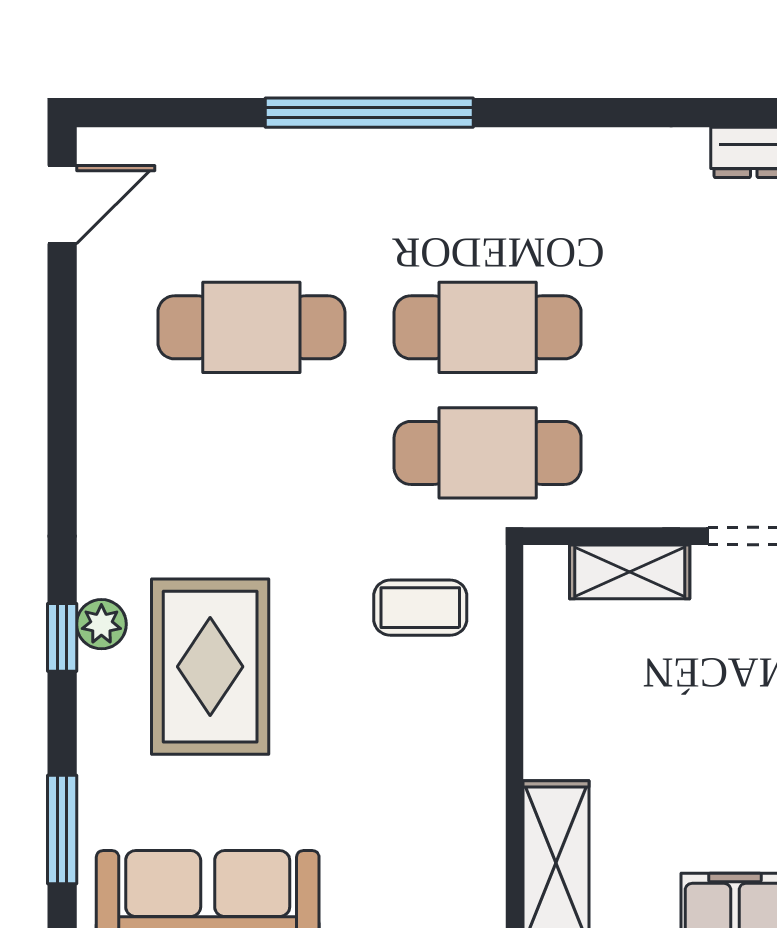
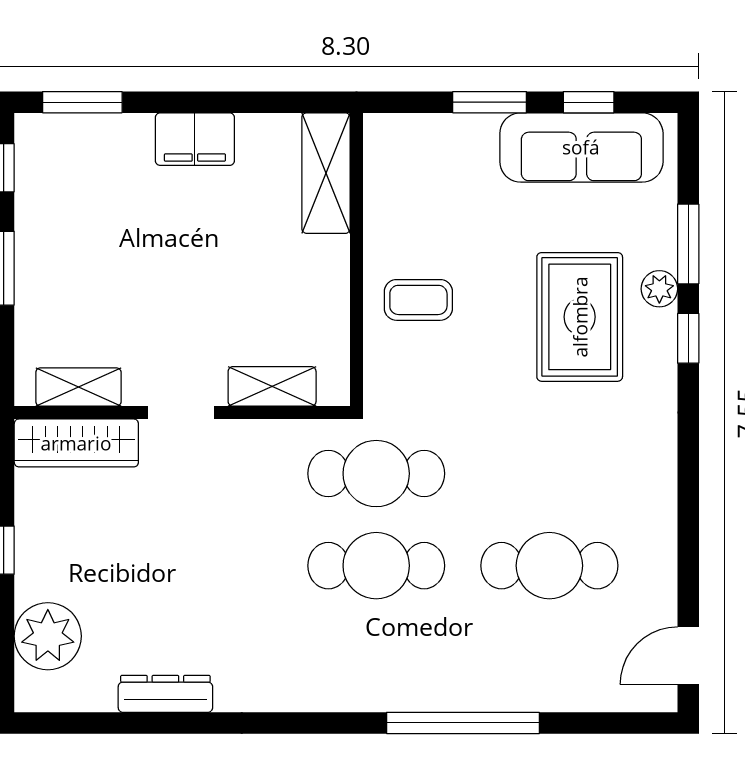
coffee table: (420, 608) -> (418, 300), moved
plant: (101, 624) -> (659, 289), moved
window: (62, 829) -> (688, 244), moved

